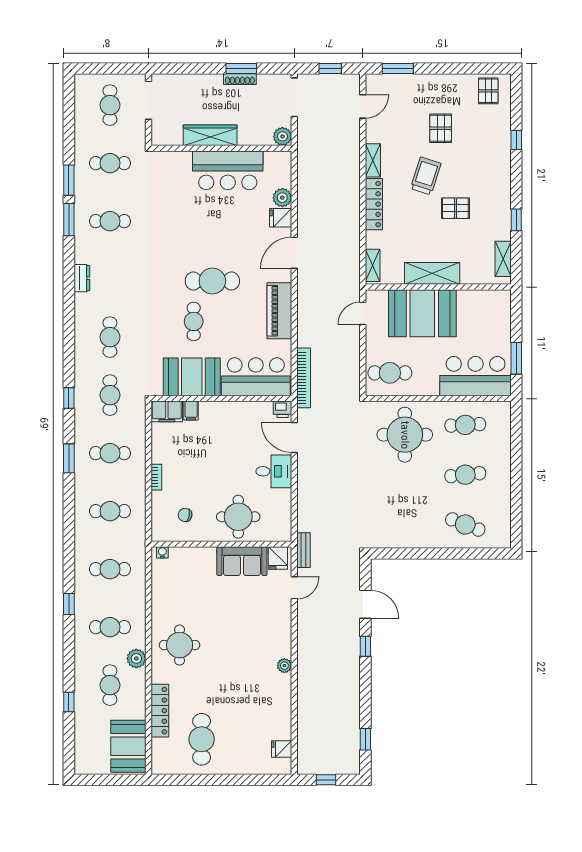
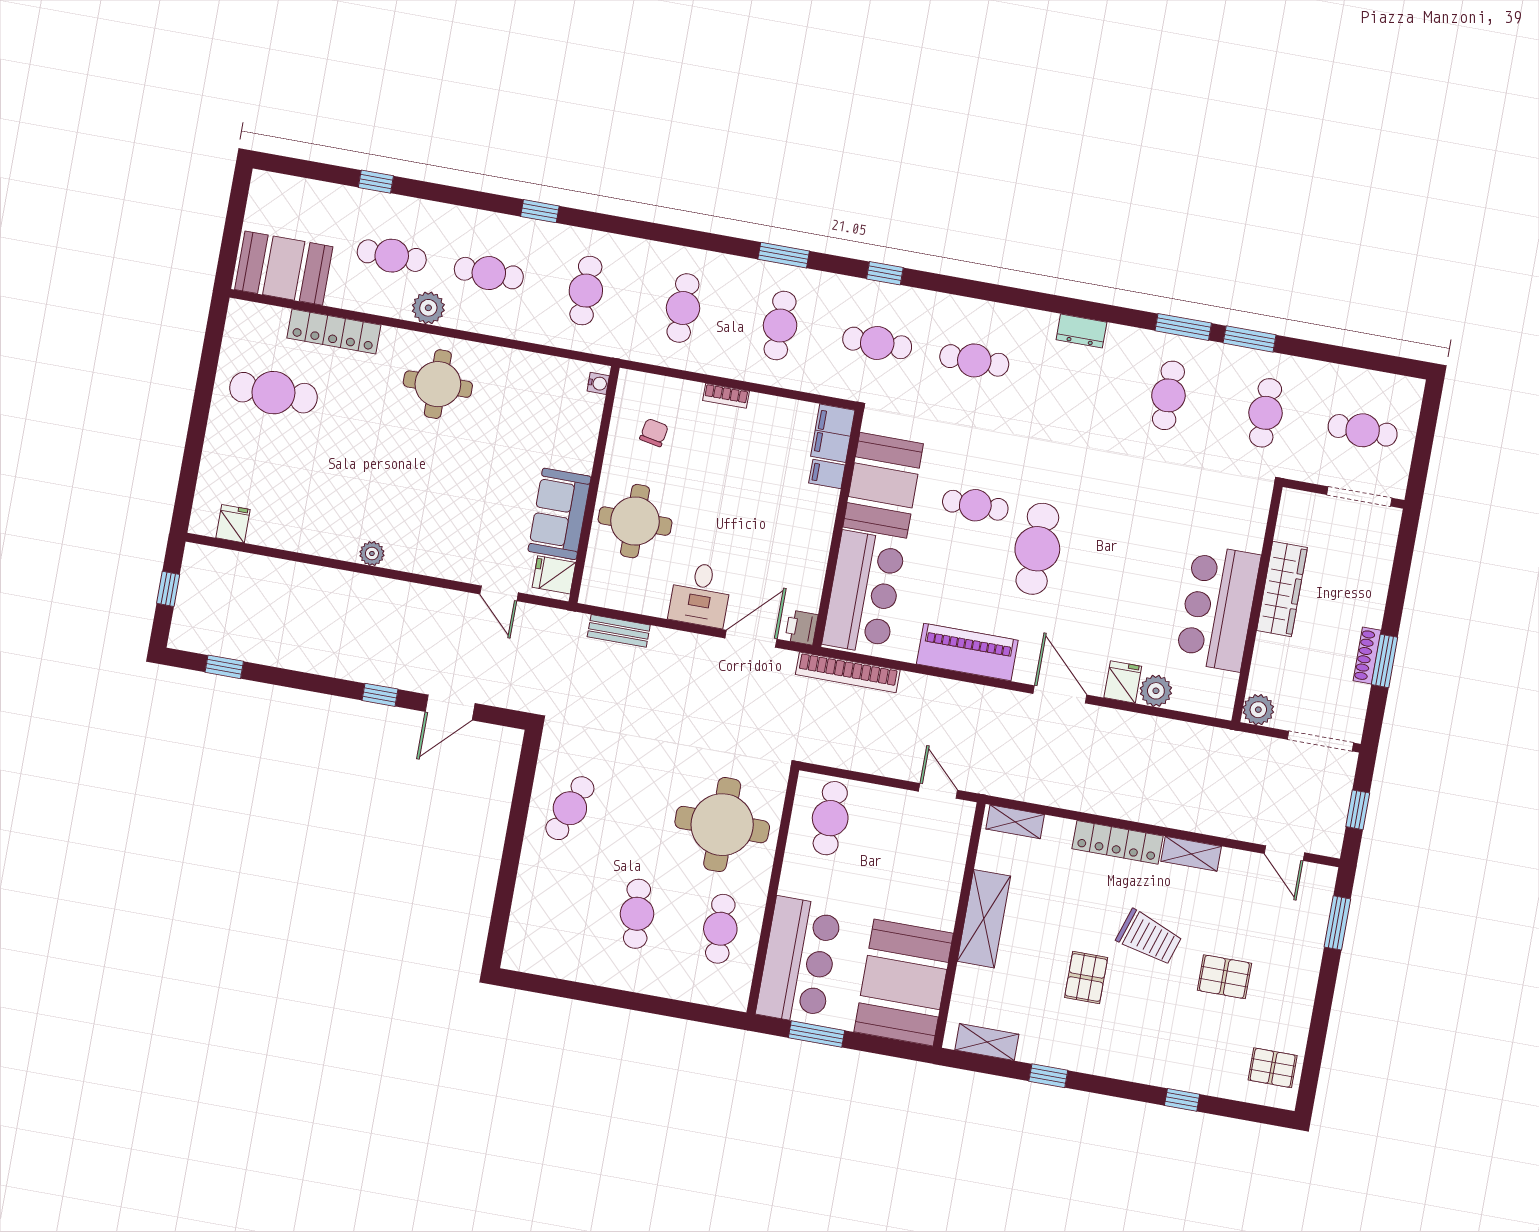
booth: (422, 313) -> (904, 983), moved
cafe table: (465, 524) -> (570, 808), moved
bench: (304, 550) -> (619, 631), moved
cafe table: (110, 627) -> (489, 273), turned 90

